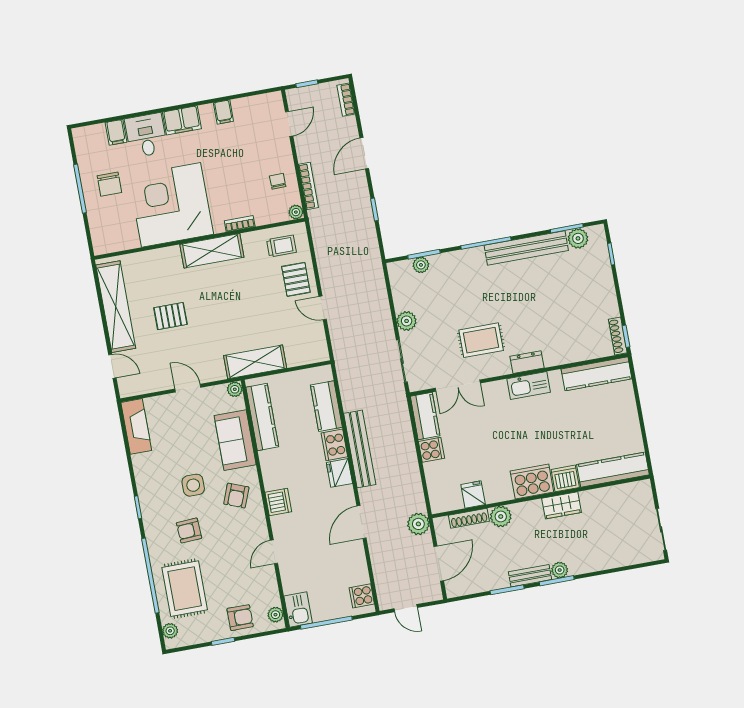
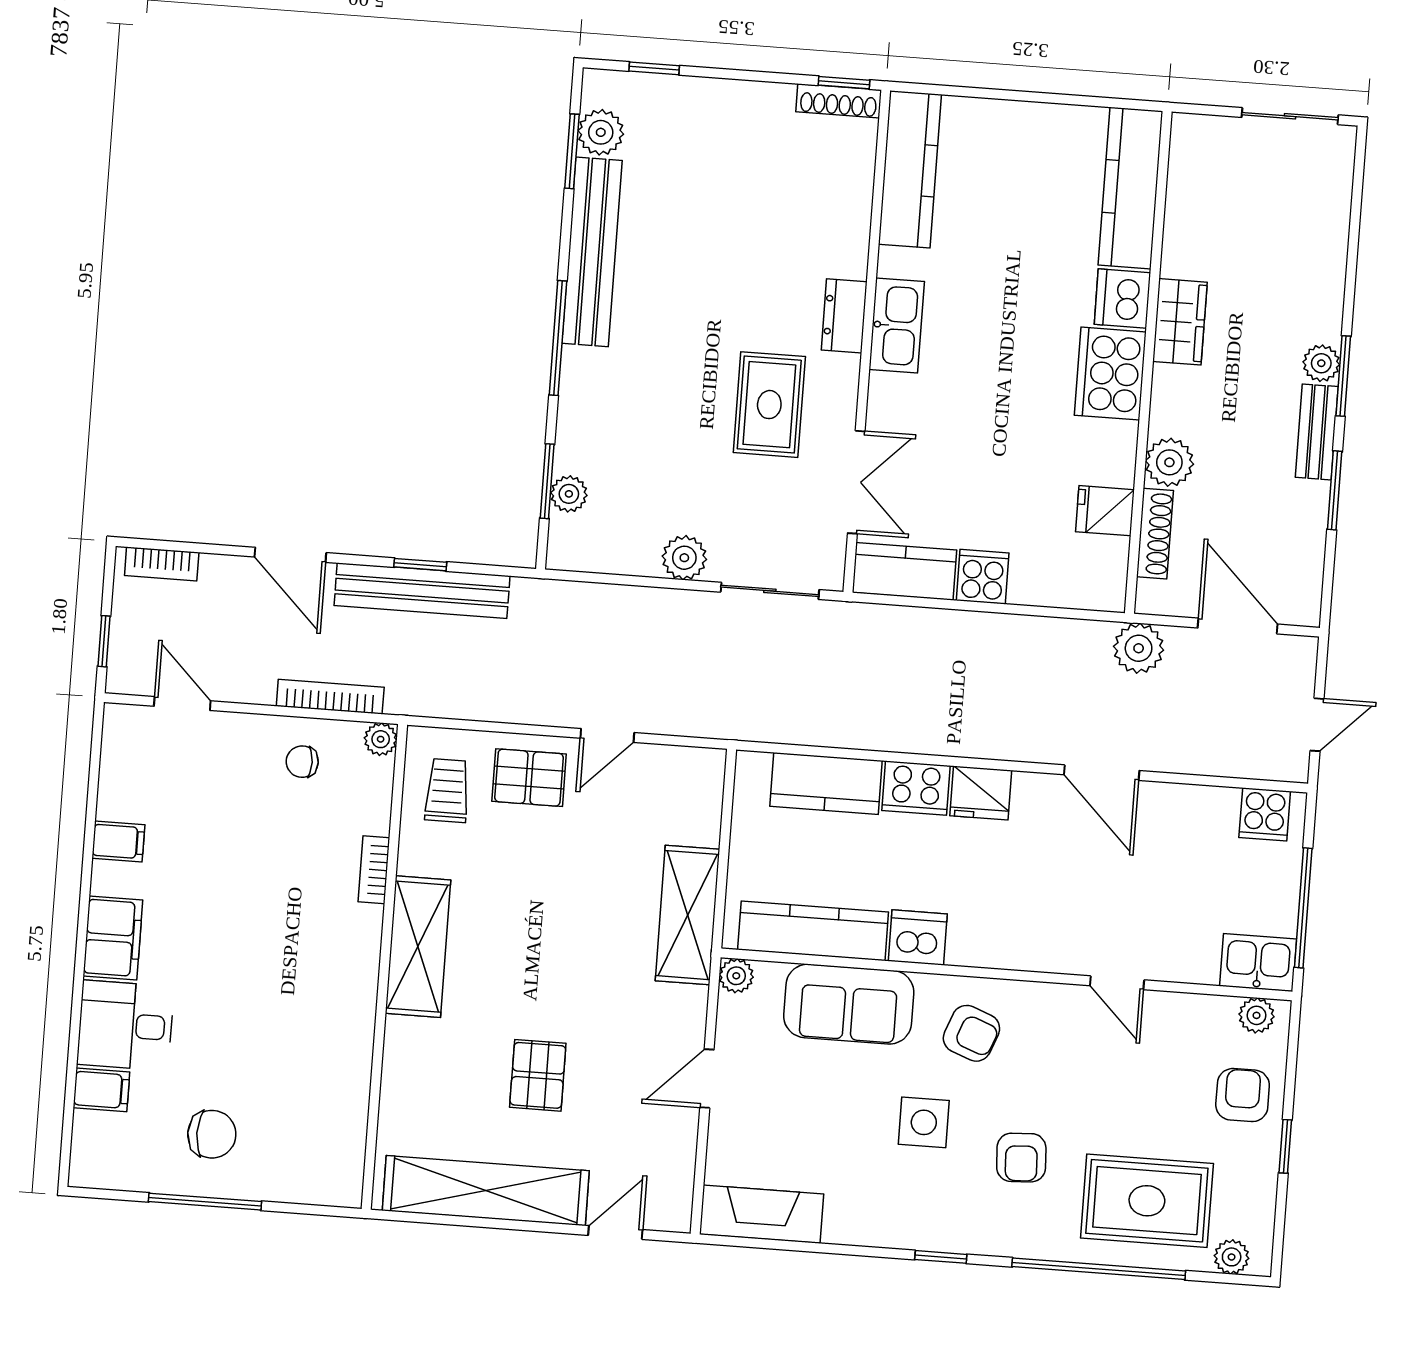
corner desk: (171, 205) -> (293, 1010), removed
bench: (360, 449) -> (422, 591), moved
dishwasher: (278, 502) -> (918, 938), moved

